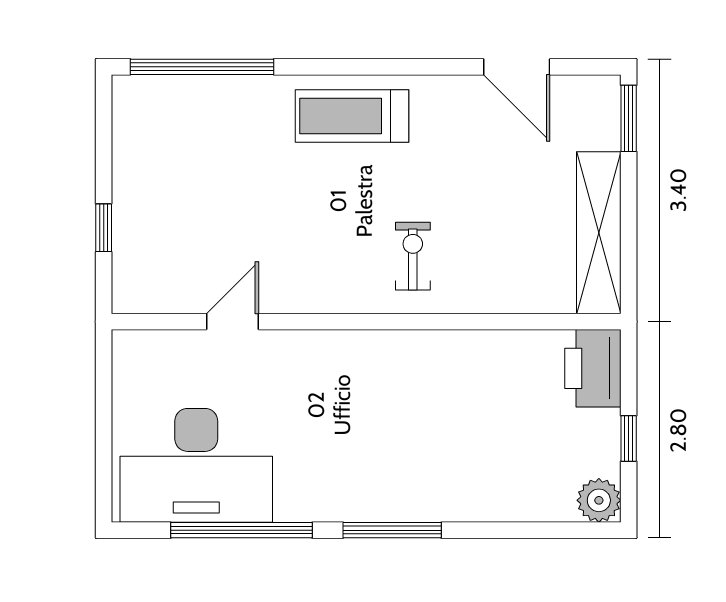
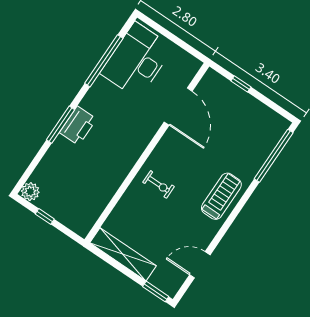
door: (232, 322) -> (178, 107), width x1.88
printer: (593, 368) -> (78, 126), moved, turned 90
window: (392, 530) -> (61, 125), moved

